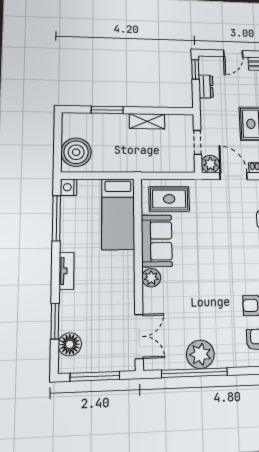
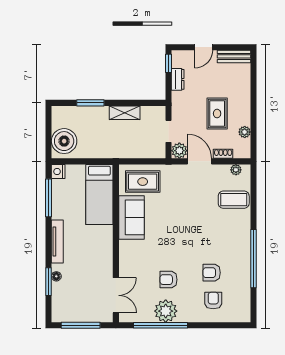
tv unit: (67, 271) -> (57, 241), width x1.41
plant: (151, 278) -> (126, 248), removed
armchair: (203, 315) -> (169, 280), added
floor lamp: (70, 344) -> (56, 276), moved, width x0.53, depth x0.53

